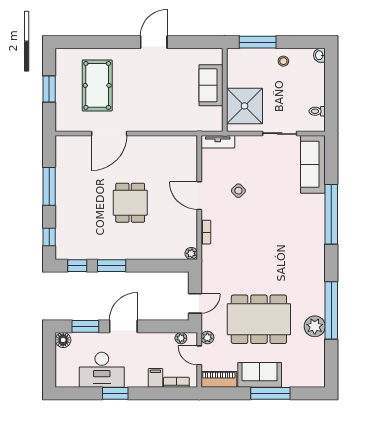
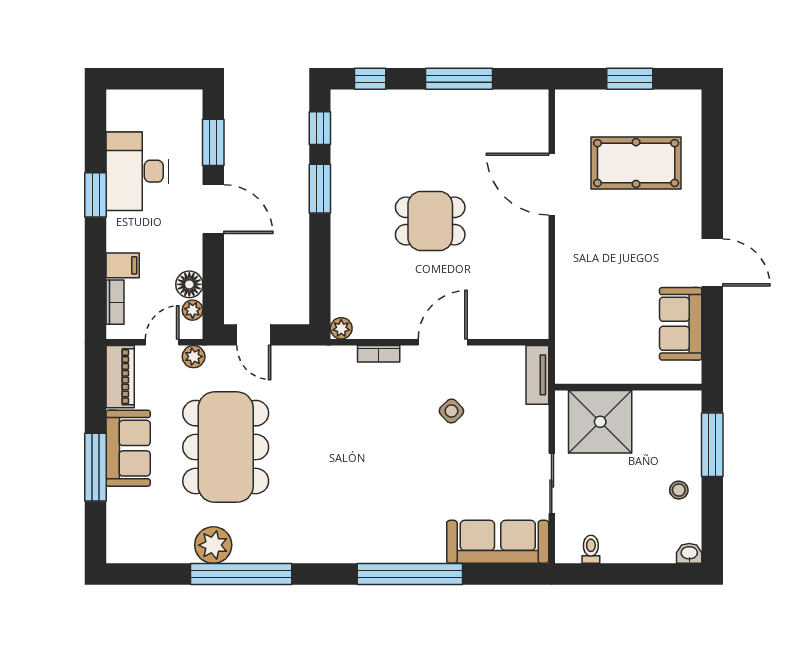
sofa: (211, 85) -> (681, 324), moved, turned -90
floor lamp: (63, 340) -> (189, 284), moved

